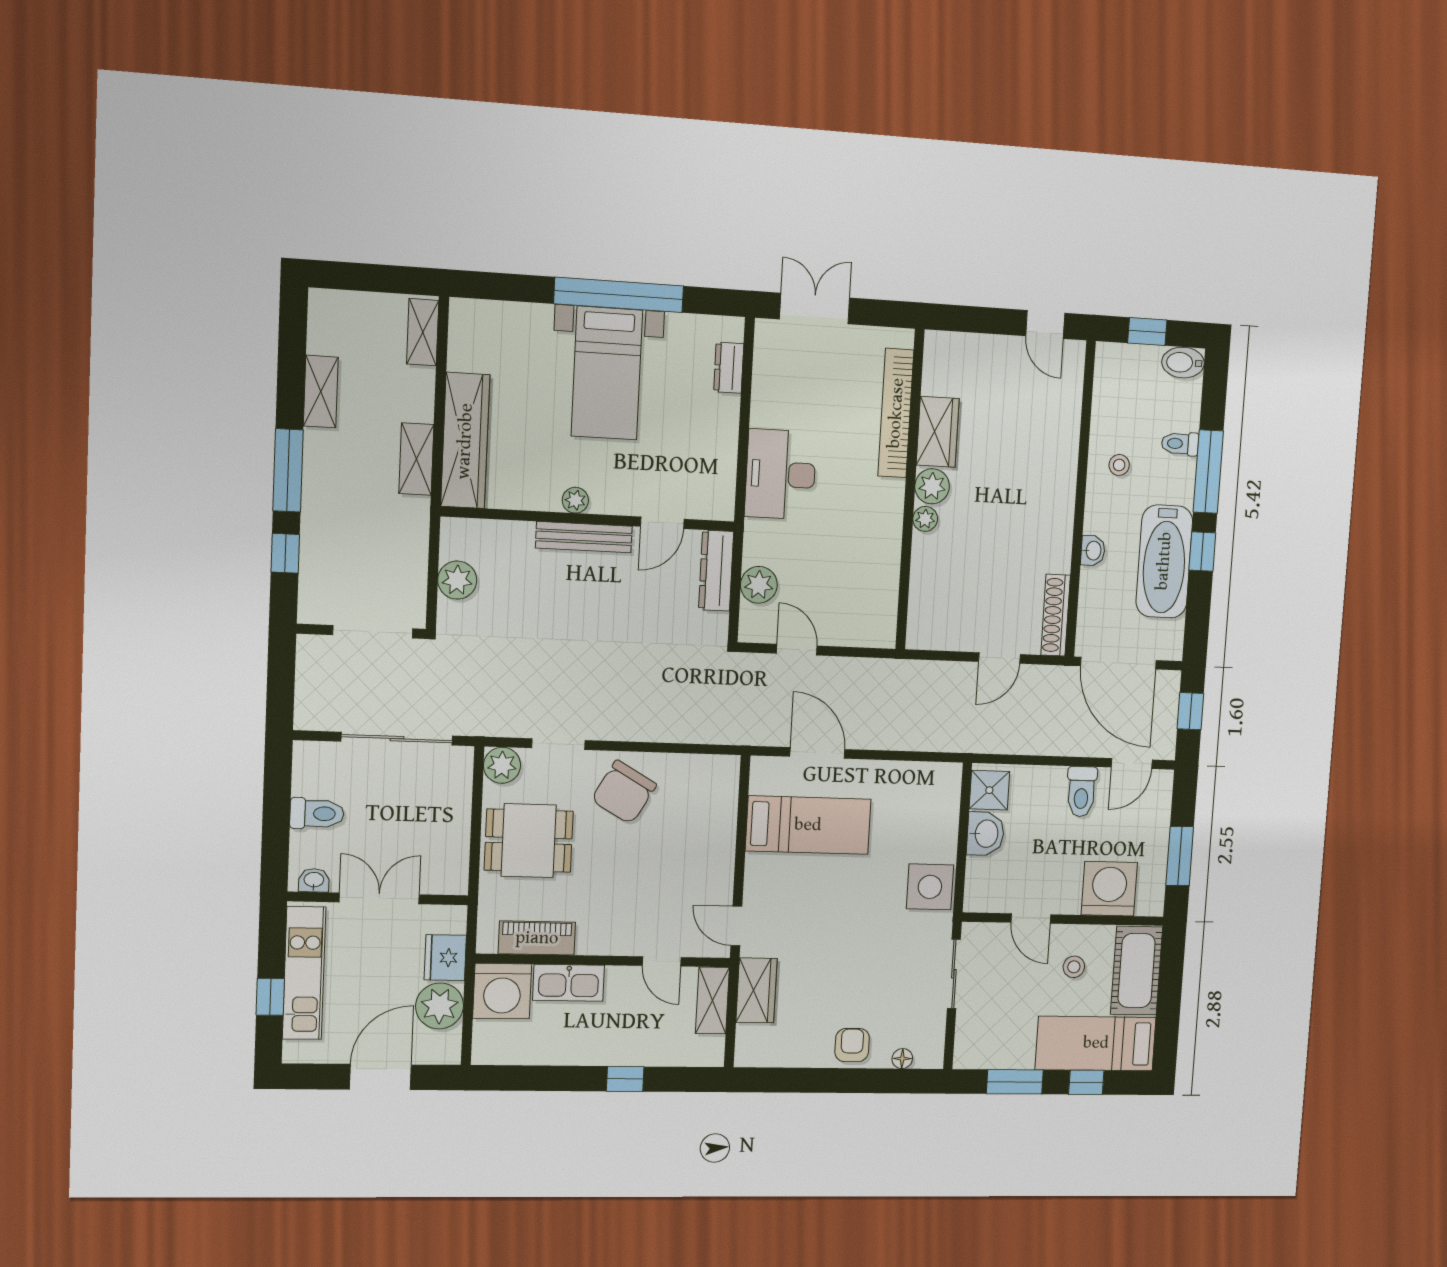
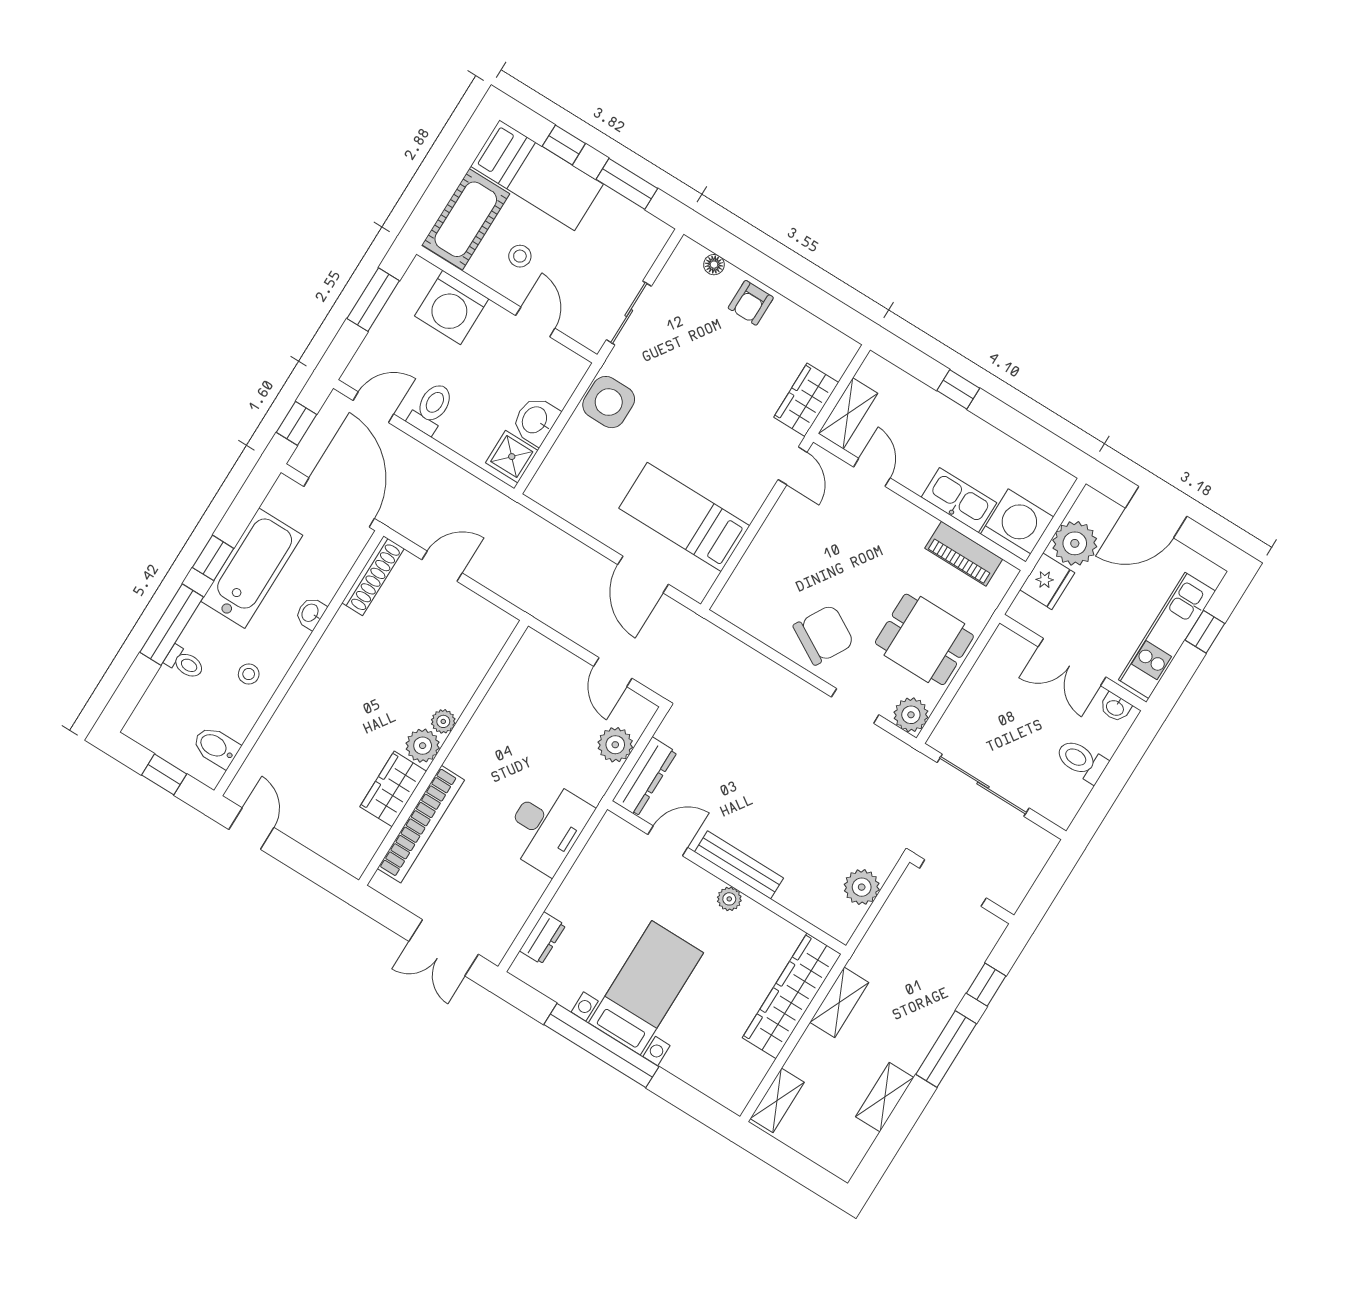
bidet: (1183, 363) -> (216, 747), moved, turned 180

